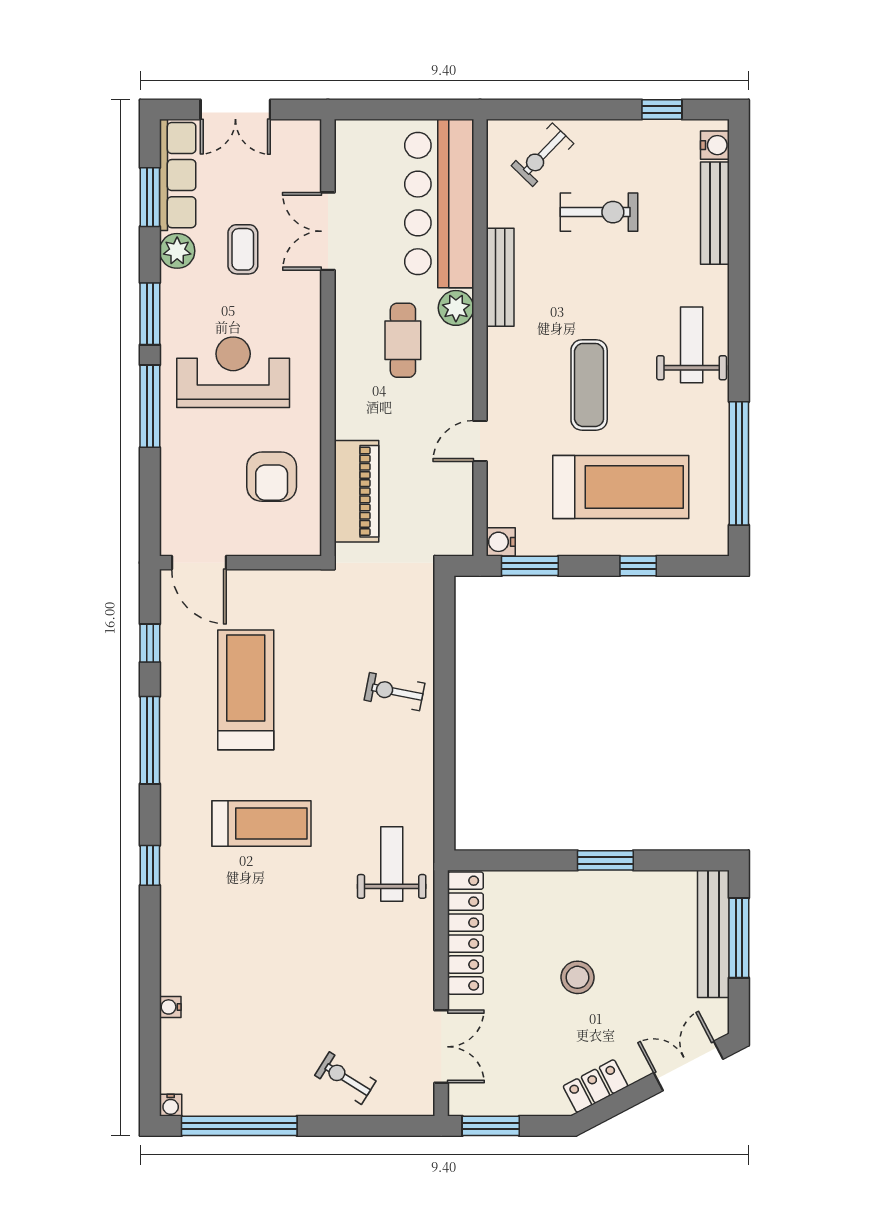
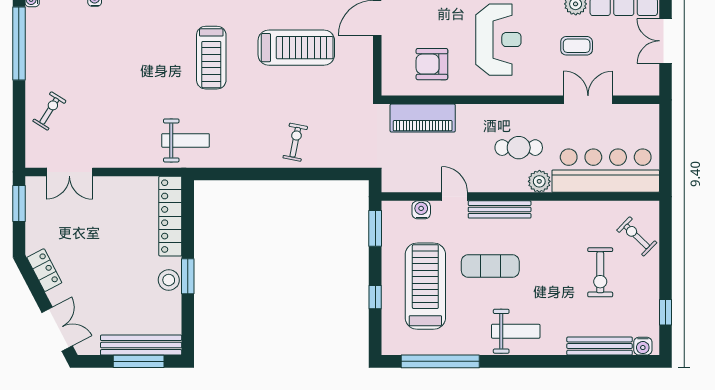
bench: (500, 277) -> (500, 209), moved
treadmill: (621, 487) -> (425, 286), turned 180
water cooler: (501, 542) -> (421, 210), moved
locker: (465, 933) -> (170, 216), moved, turned 90
stool: (577, 977) -> (169, 280), moved

